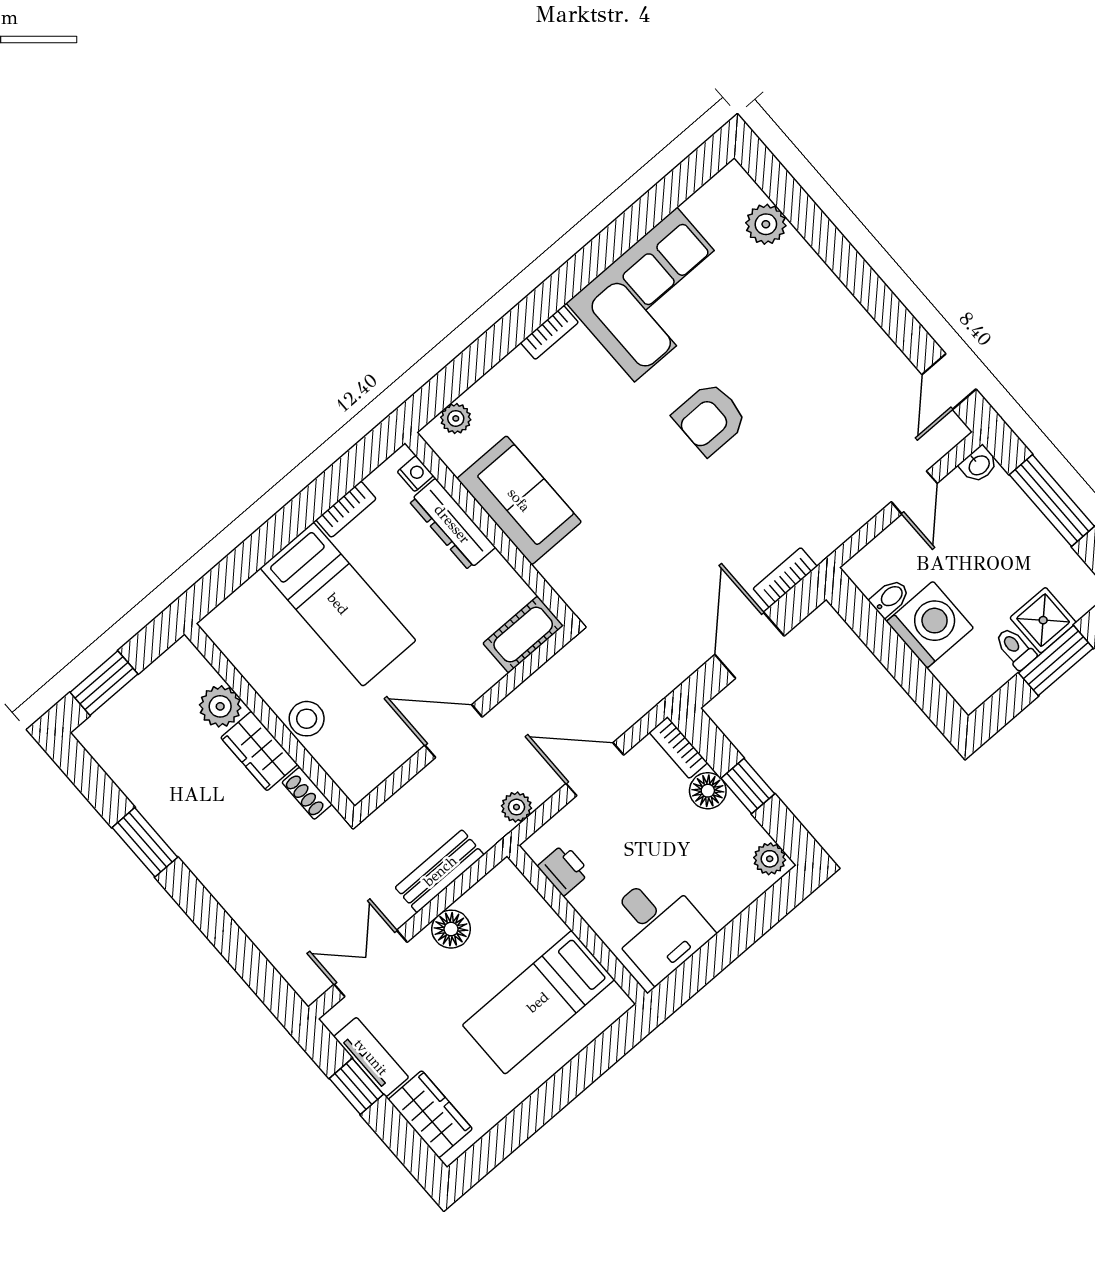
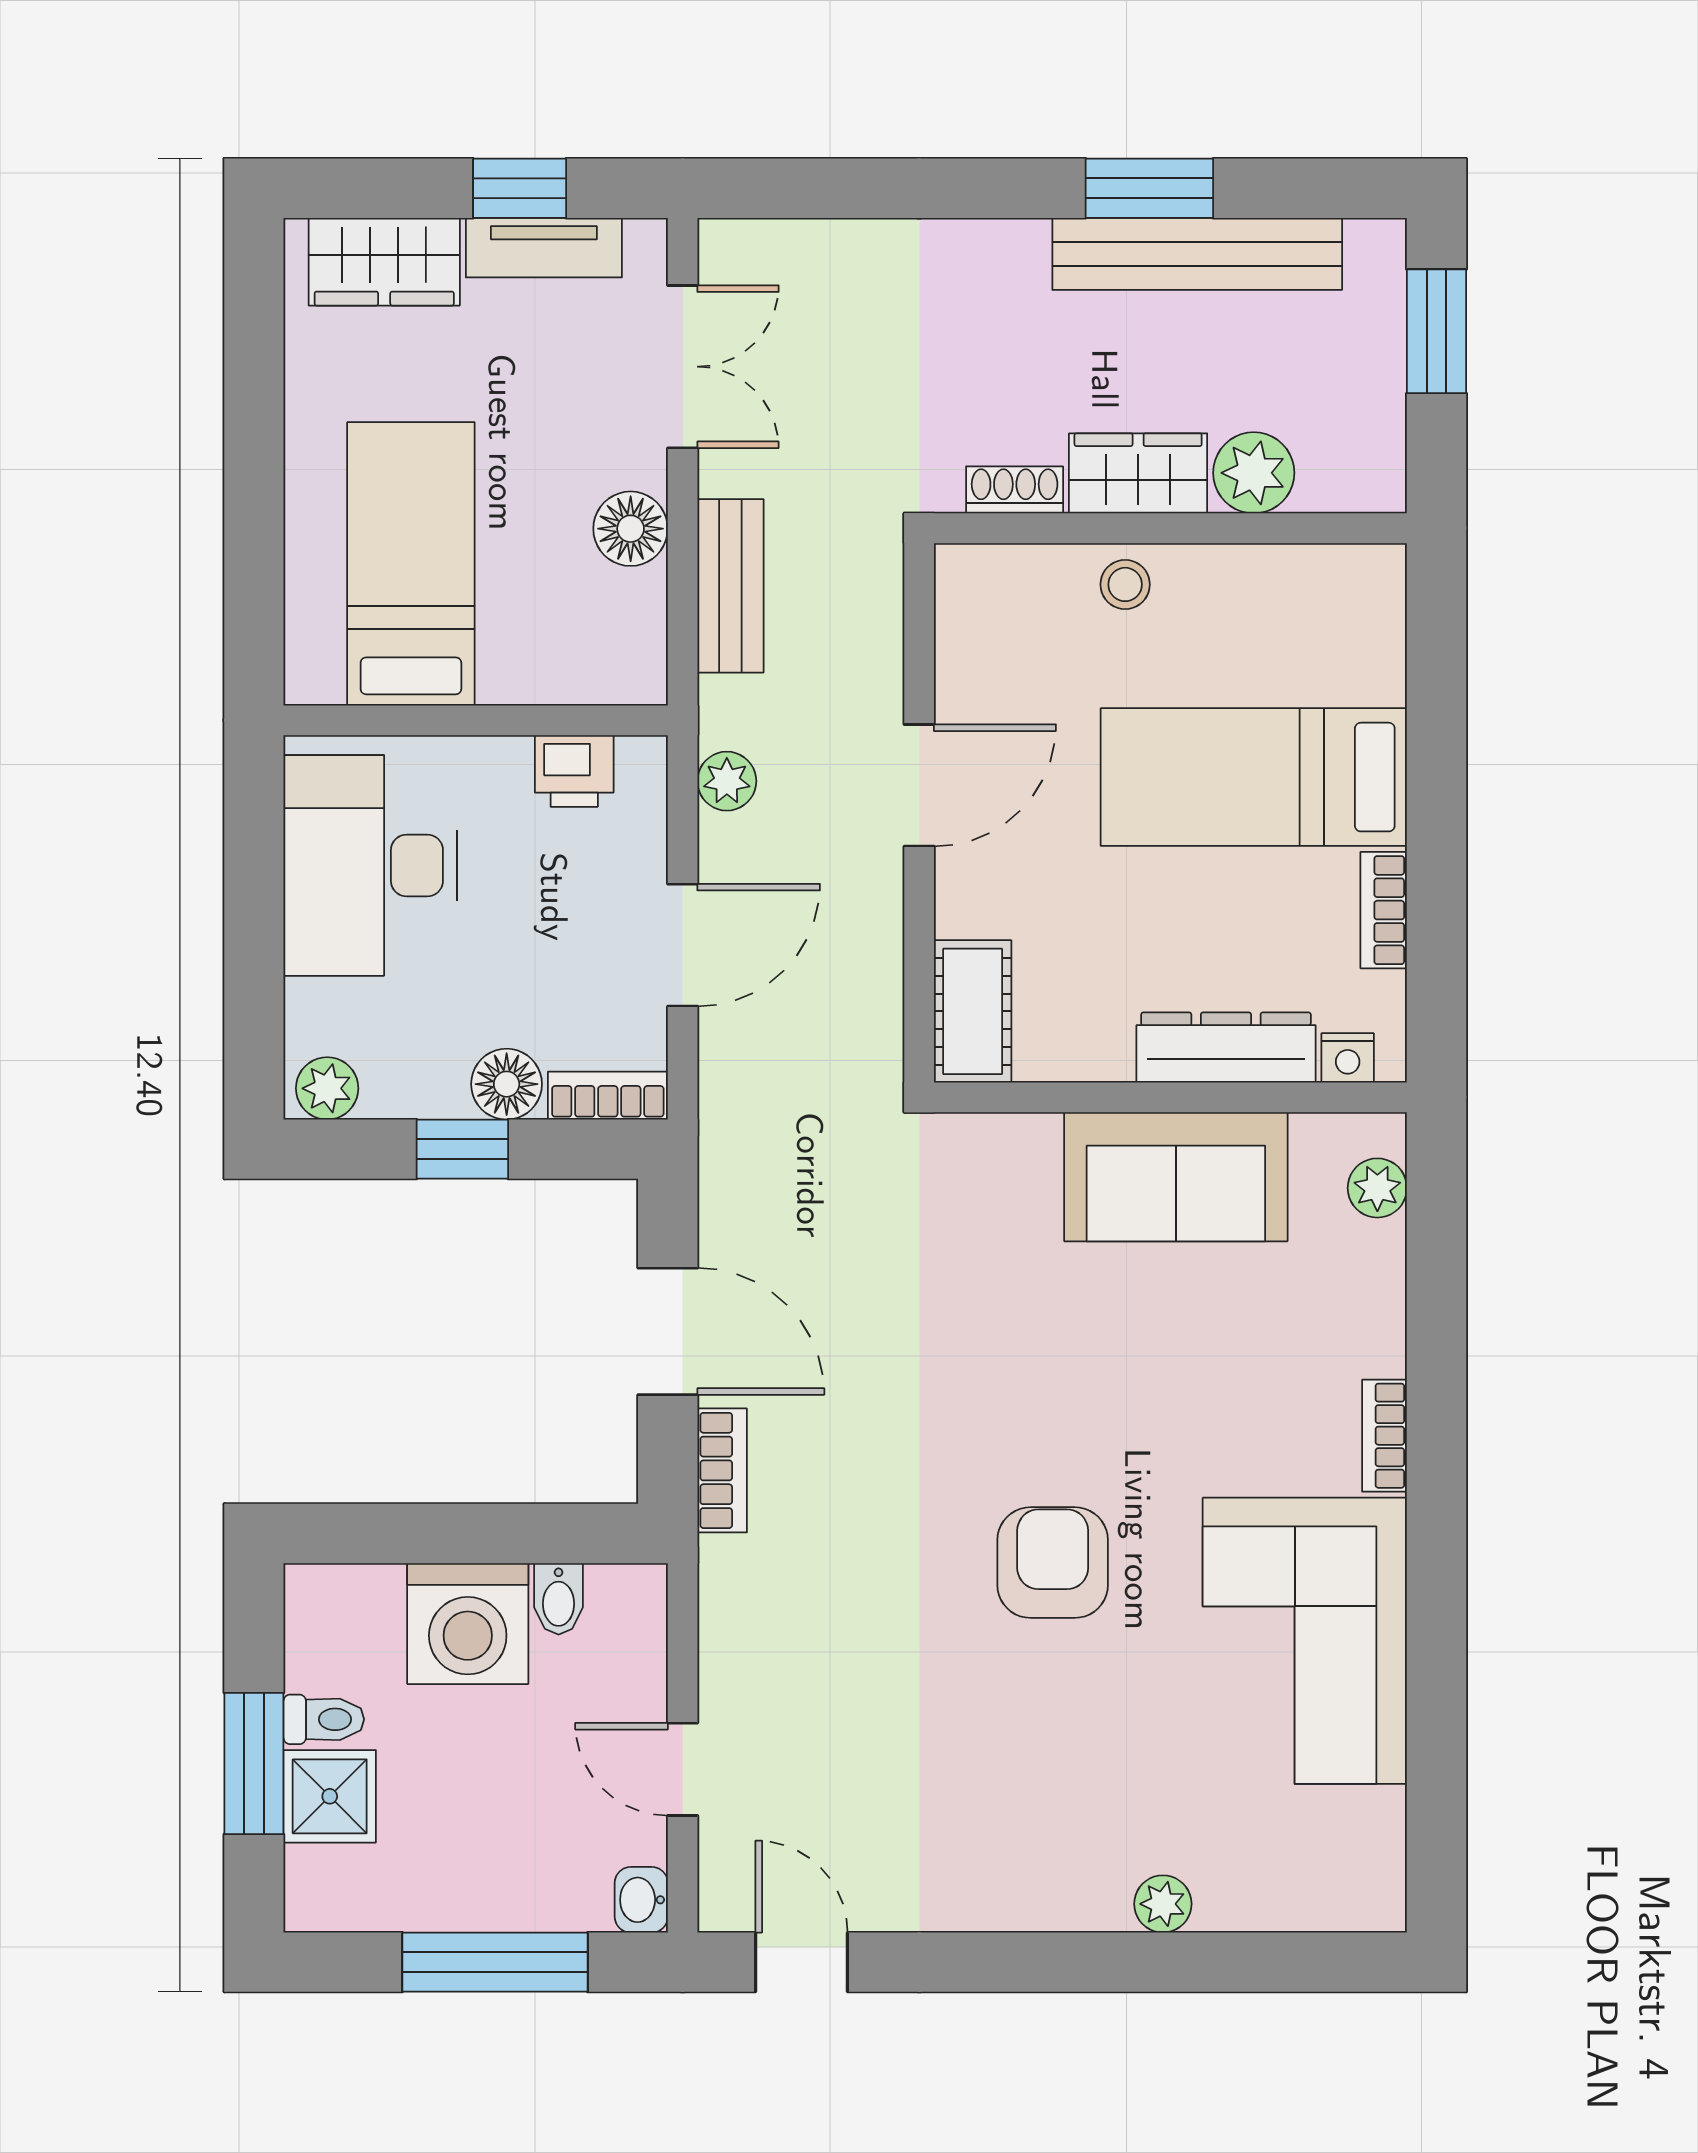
plant: (766, 224) -> (1163, 1904), moved, width x0.73, depth x0.73
stool: (307, 719) -> (1125, 584), width x0.73, depth x0.73
bench: (154, 802) -> (1197, 254), added
desk: (657, 927) -> (370, 865), width x1.37

